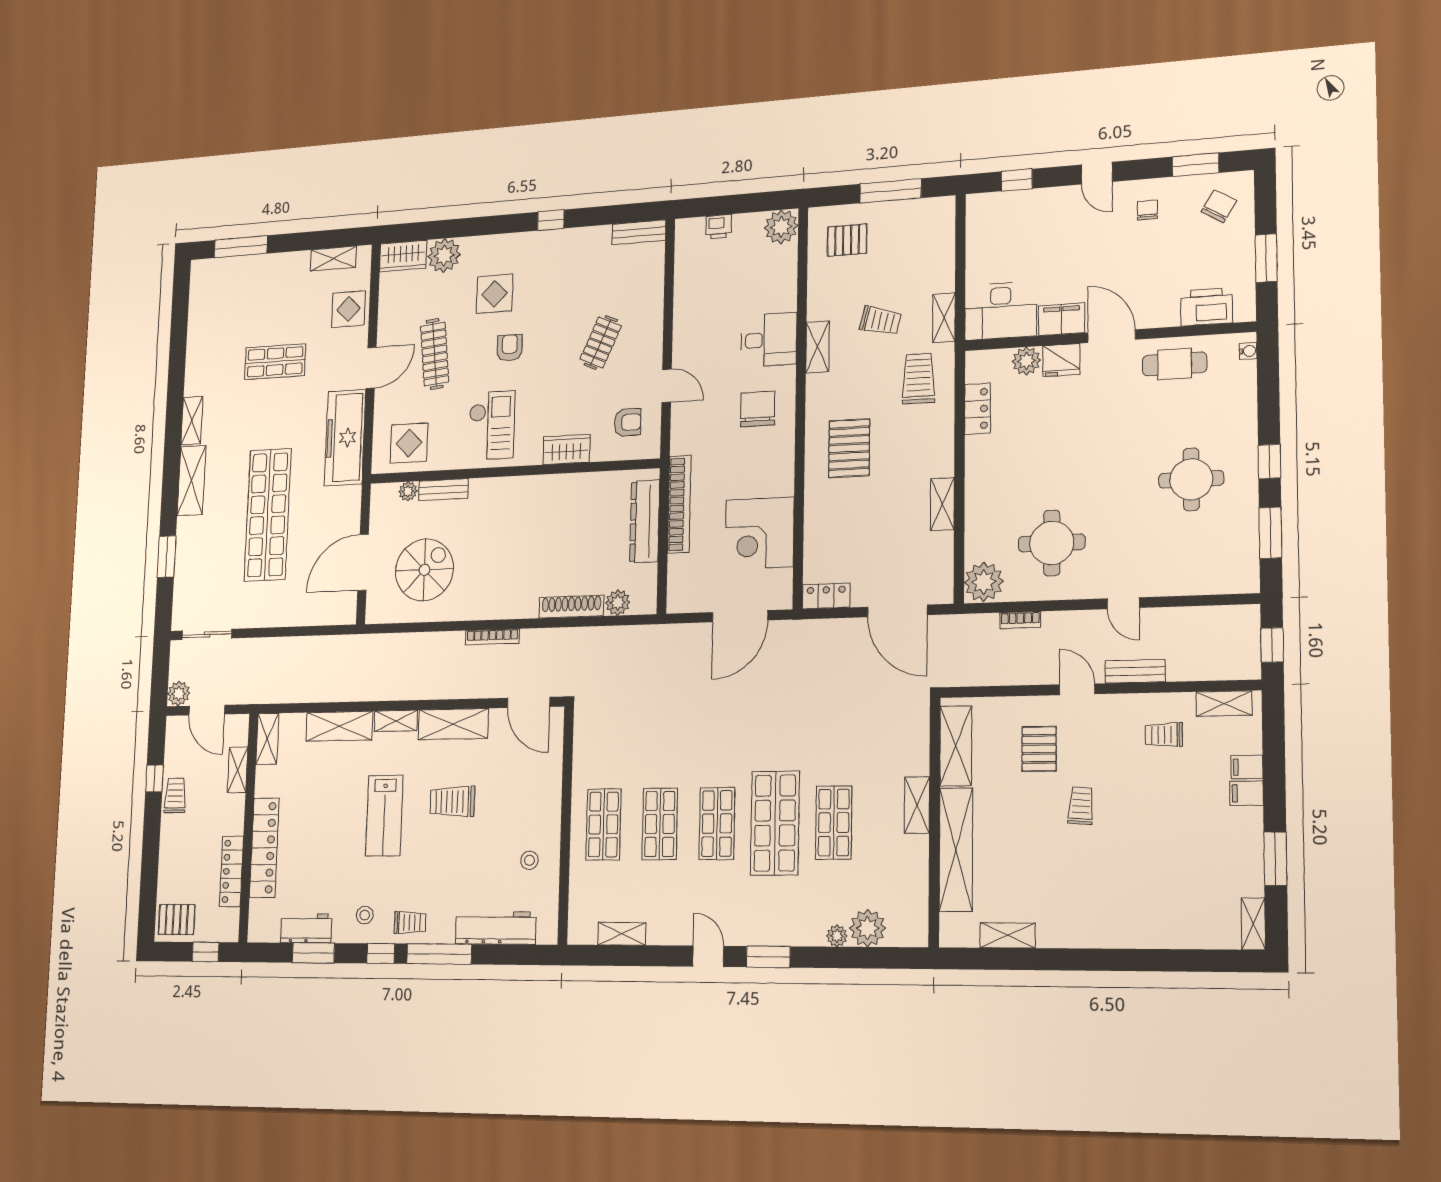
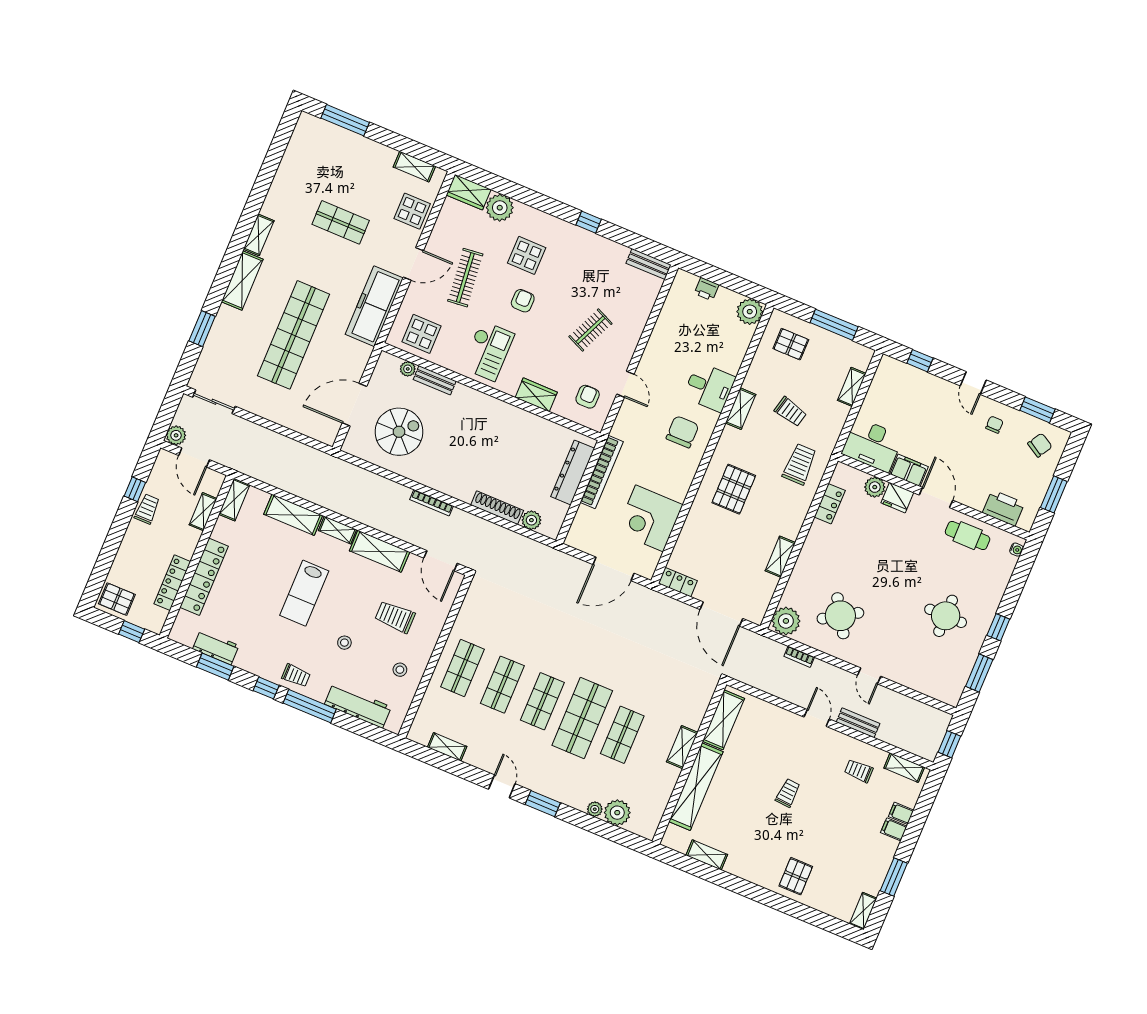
shelving: (944, 318) -> (852, 387), moved
armchair: (628, 422) -> (588, 397), turned -90
round table: (1052, 543) -> (840, 616), turned -32
pallet: (1039, 749) -> (796, 876), moved
trolley: (452, 802) -> (395, 617), moved
stool: (365, 915) -> (344, 643), moved

